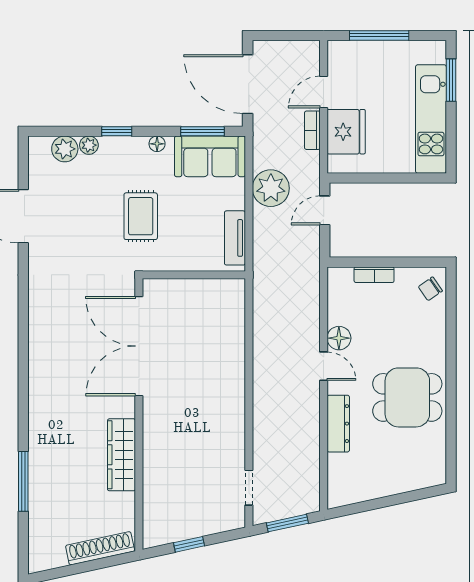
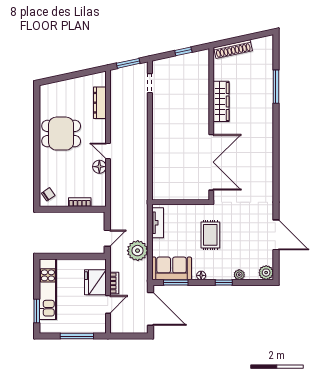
plant: (65, 149) -> (266, 273), moved
dresser: (338, 424) -> (100, 103), moved

